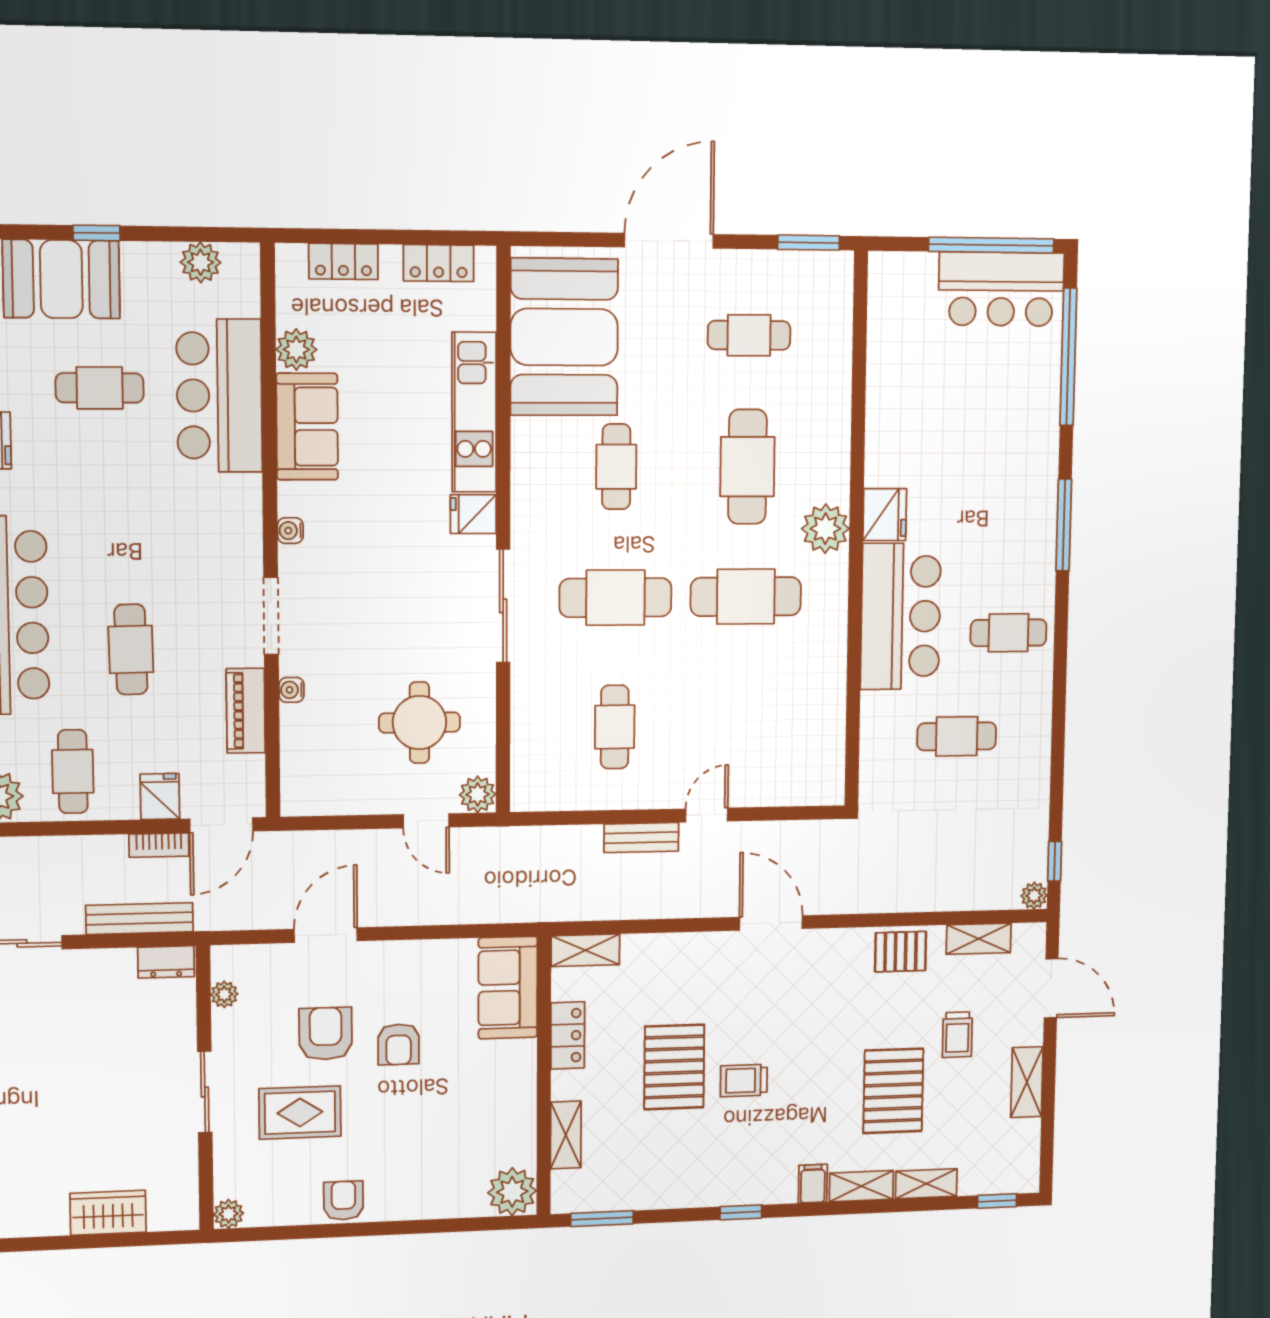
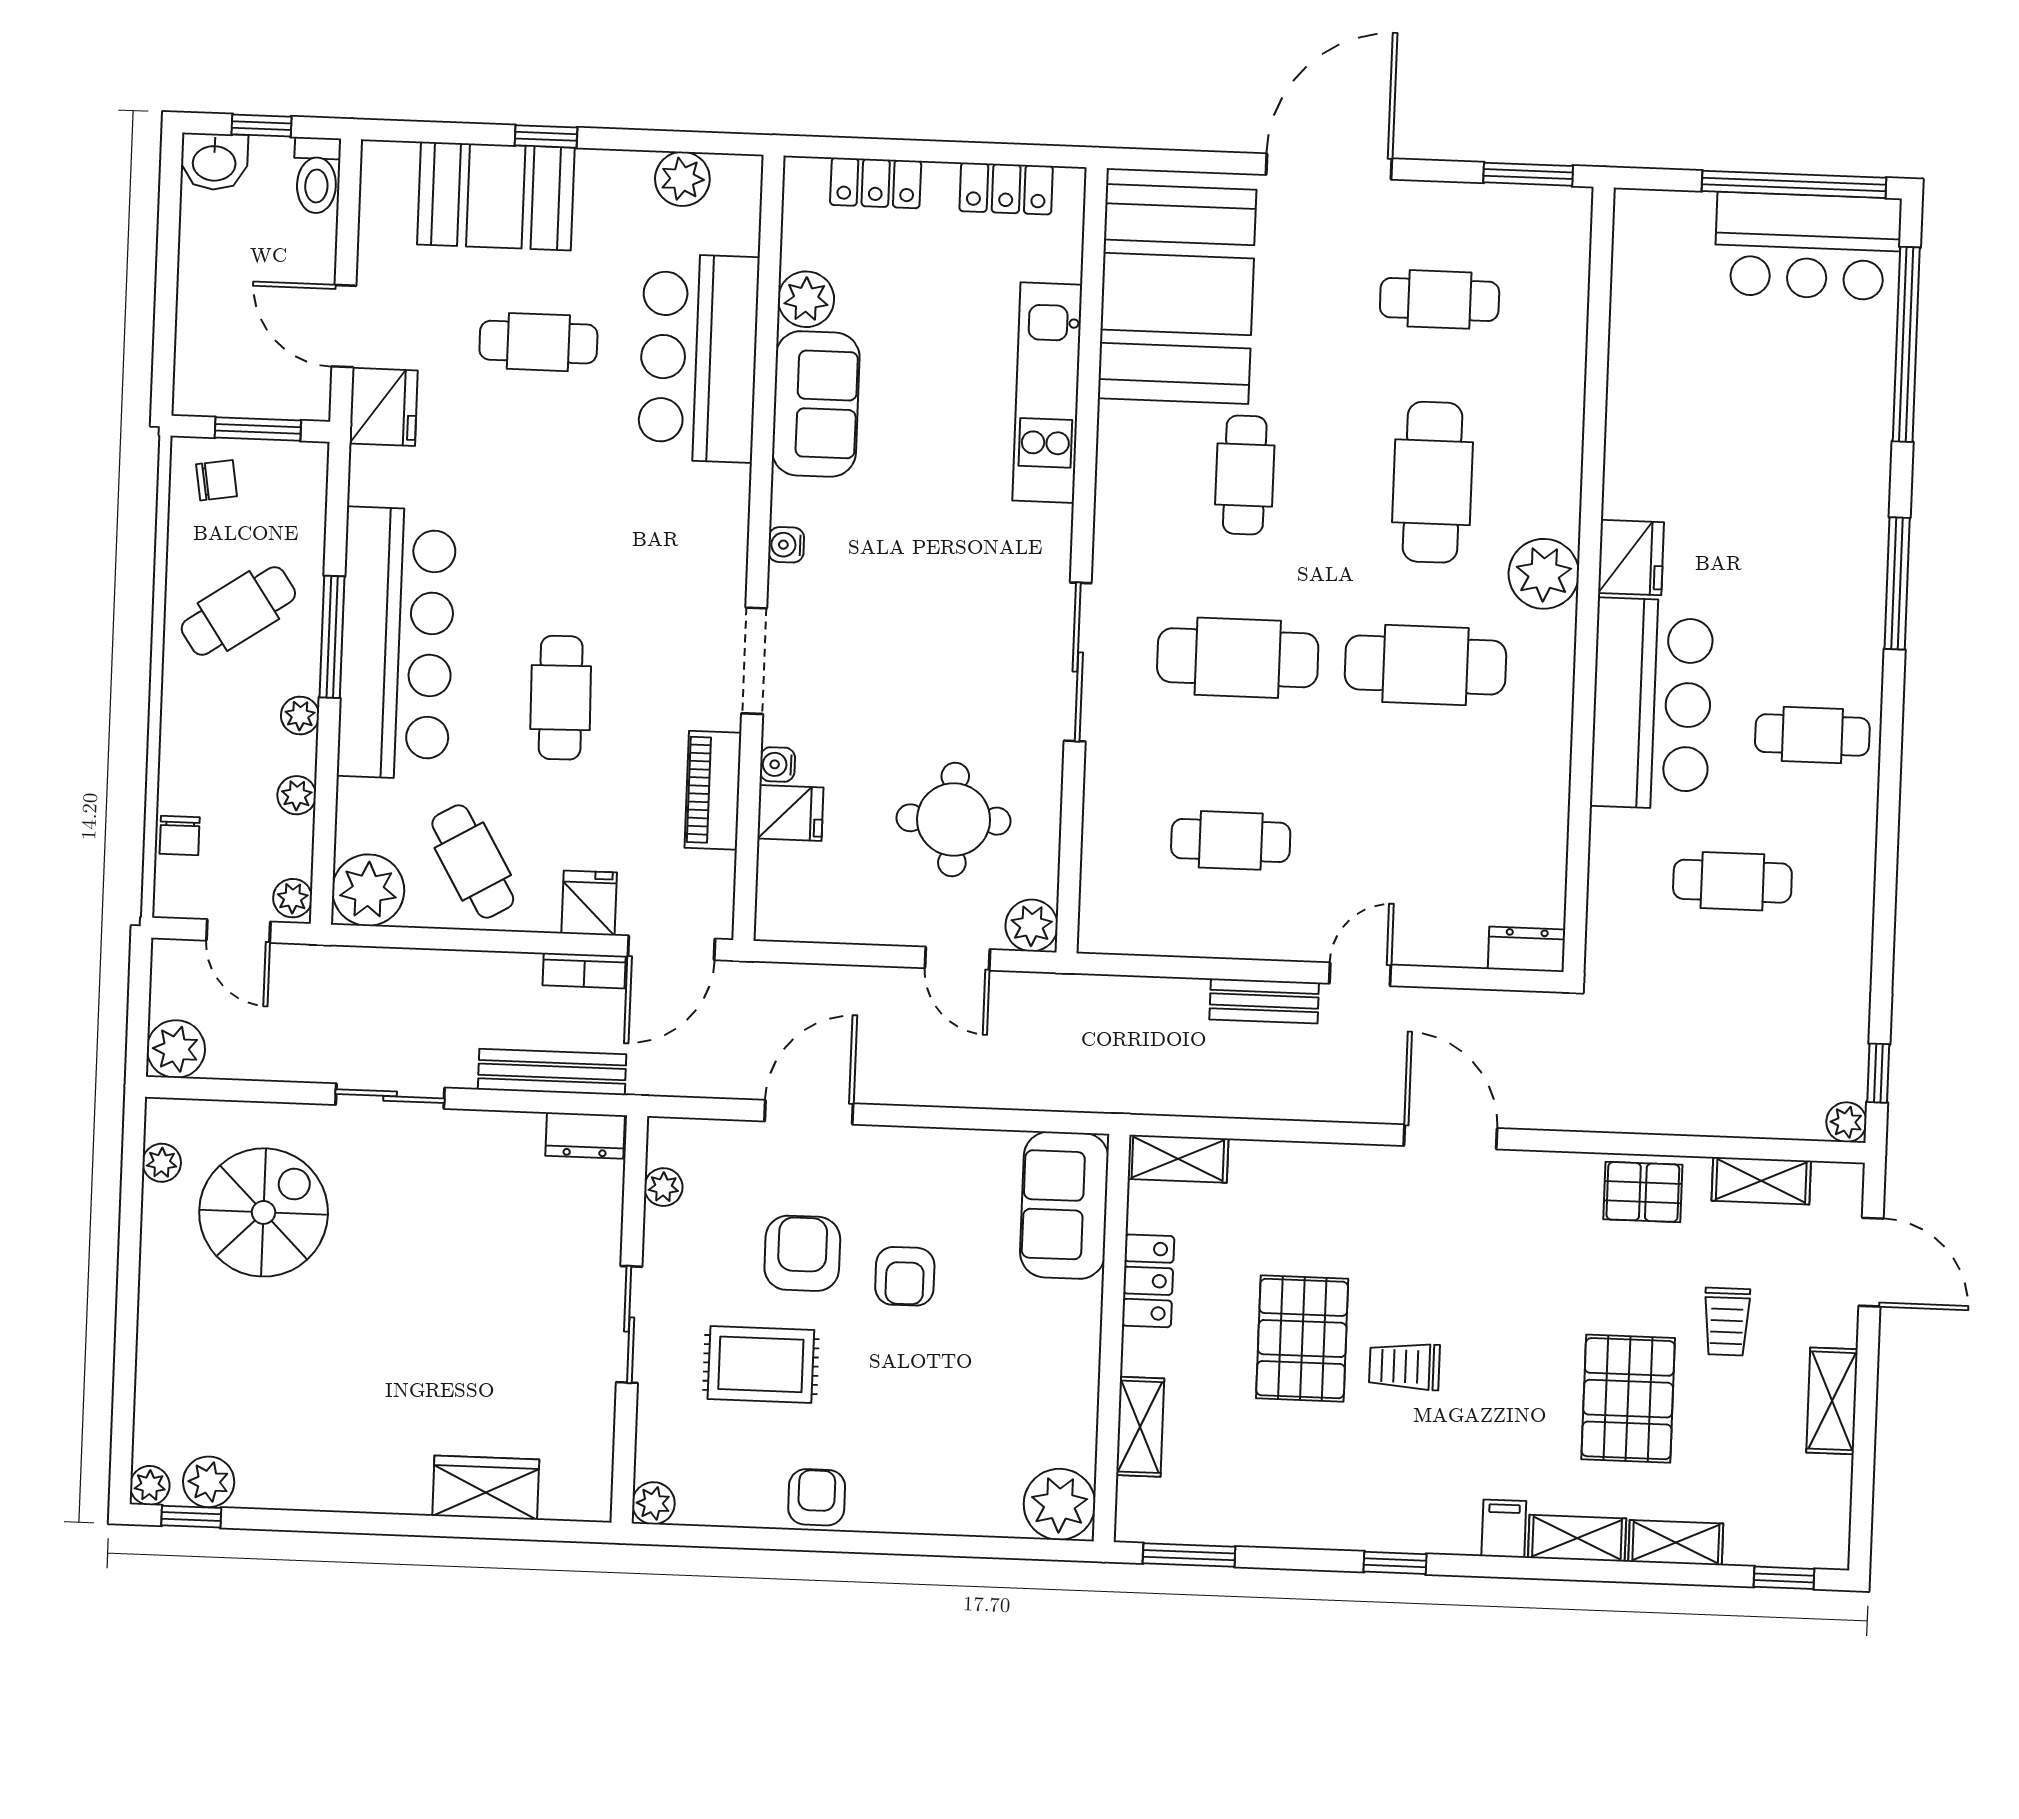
fridge: (473, 514) -> (790, 813), moved, turned 180
cafe table: (615, 727) -> (1231, 840), turned 90
cafe table: (73, 771) -> (473, 861), turned -30
dresser: (819, 791) -> (1527, 949), added

